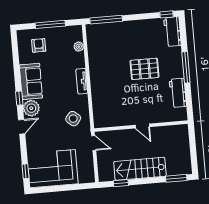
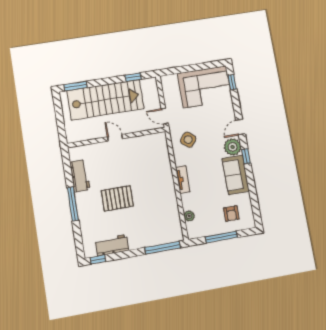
workbench: (172, 32) -> (112, 245), moved, turned -90
stairs: (140, 169) -> (106, 100), width x1.36, depth x1.51

